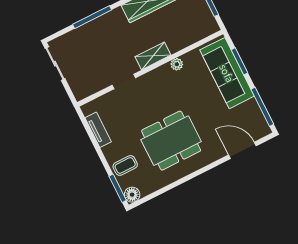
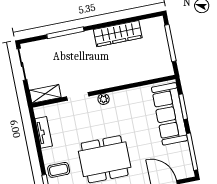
shelving: (153, 56) -> (45, 94), moved
plant: (177, 64) -> (104, 99), moved

